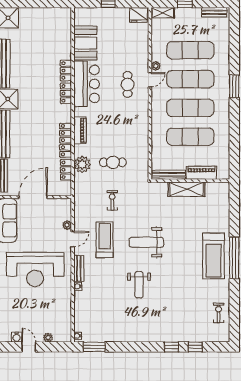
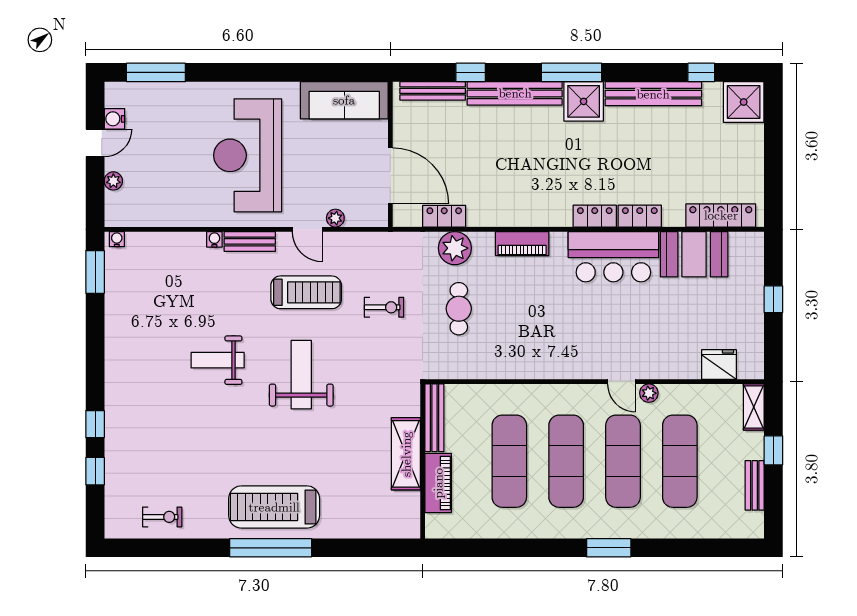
bench: (214, 12) -> (755, 485), moved
fridge: (139, 15) -> (719, 364), moved, turned 90
cafe table: (128, 84) -> (612, 338), removed
locker: (66, 140) -> (721, 215), moved
door: (33, 197) -> (390, 176), moved

